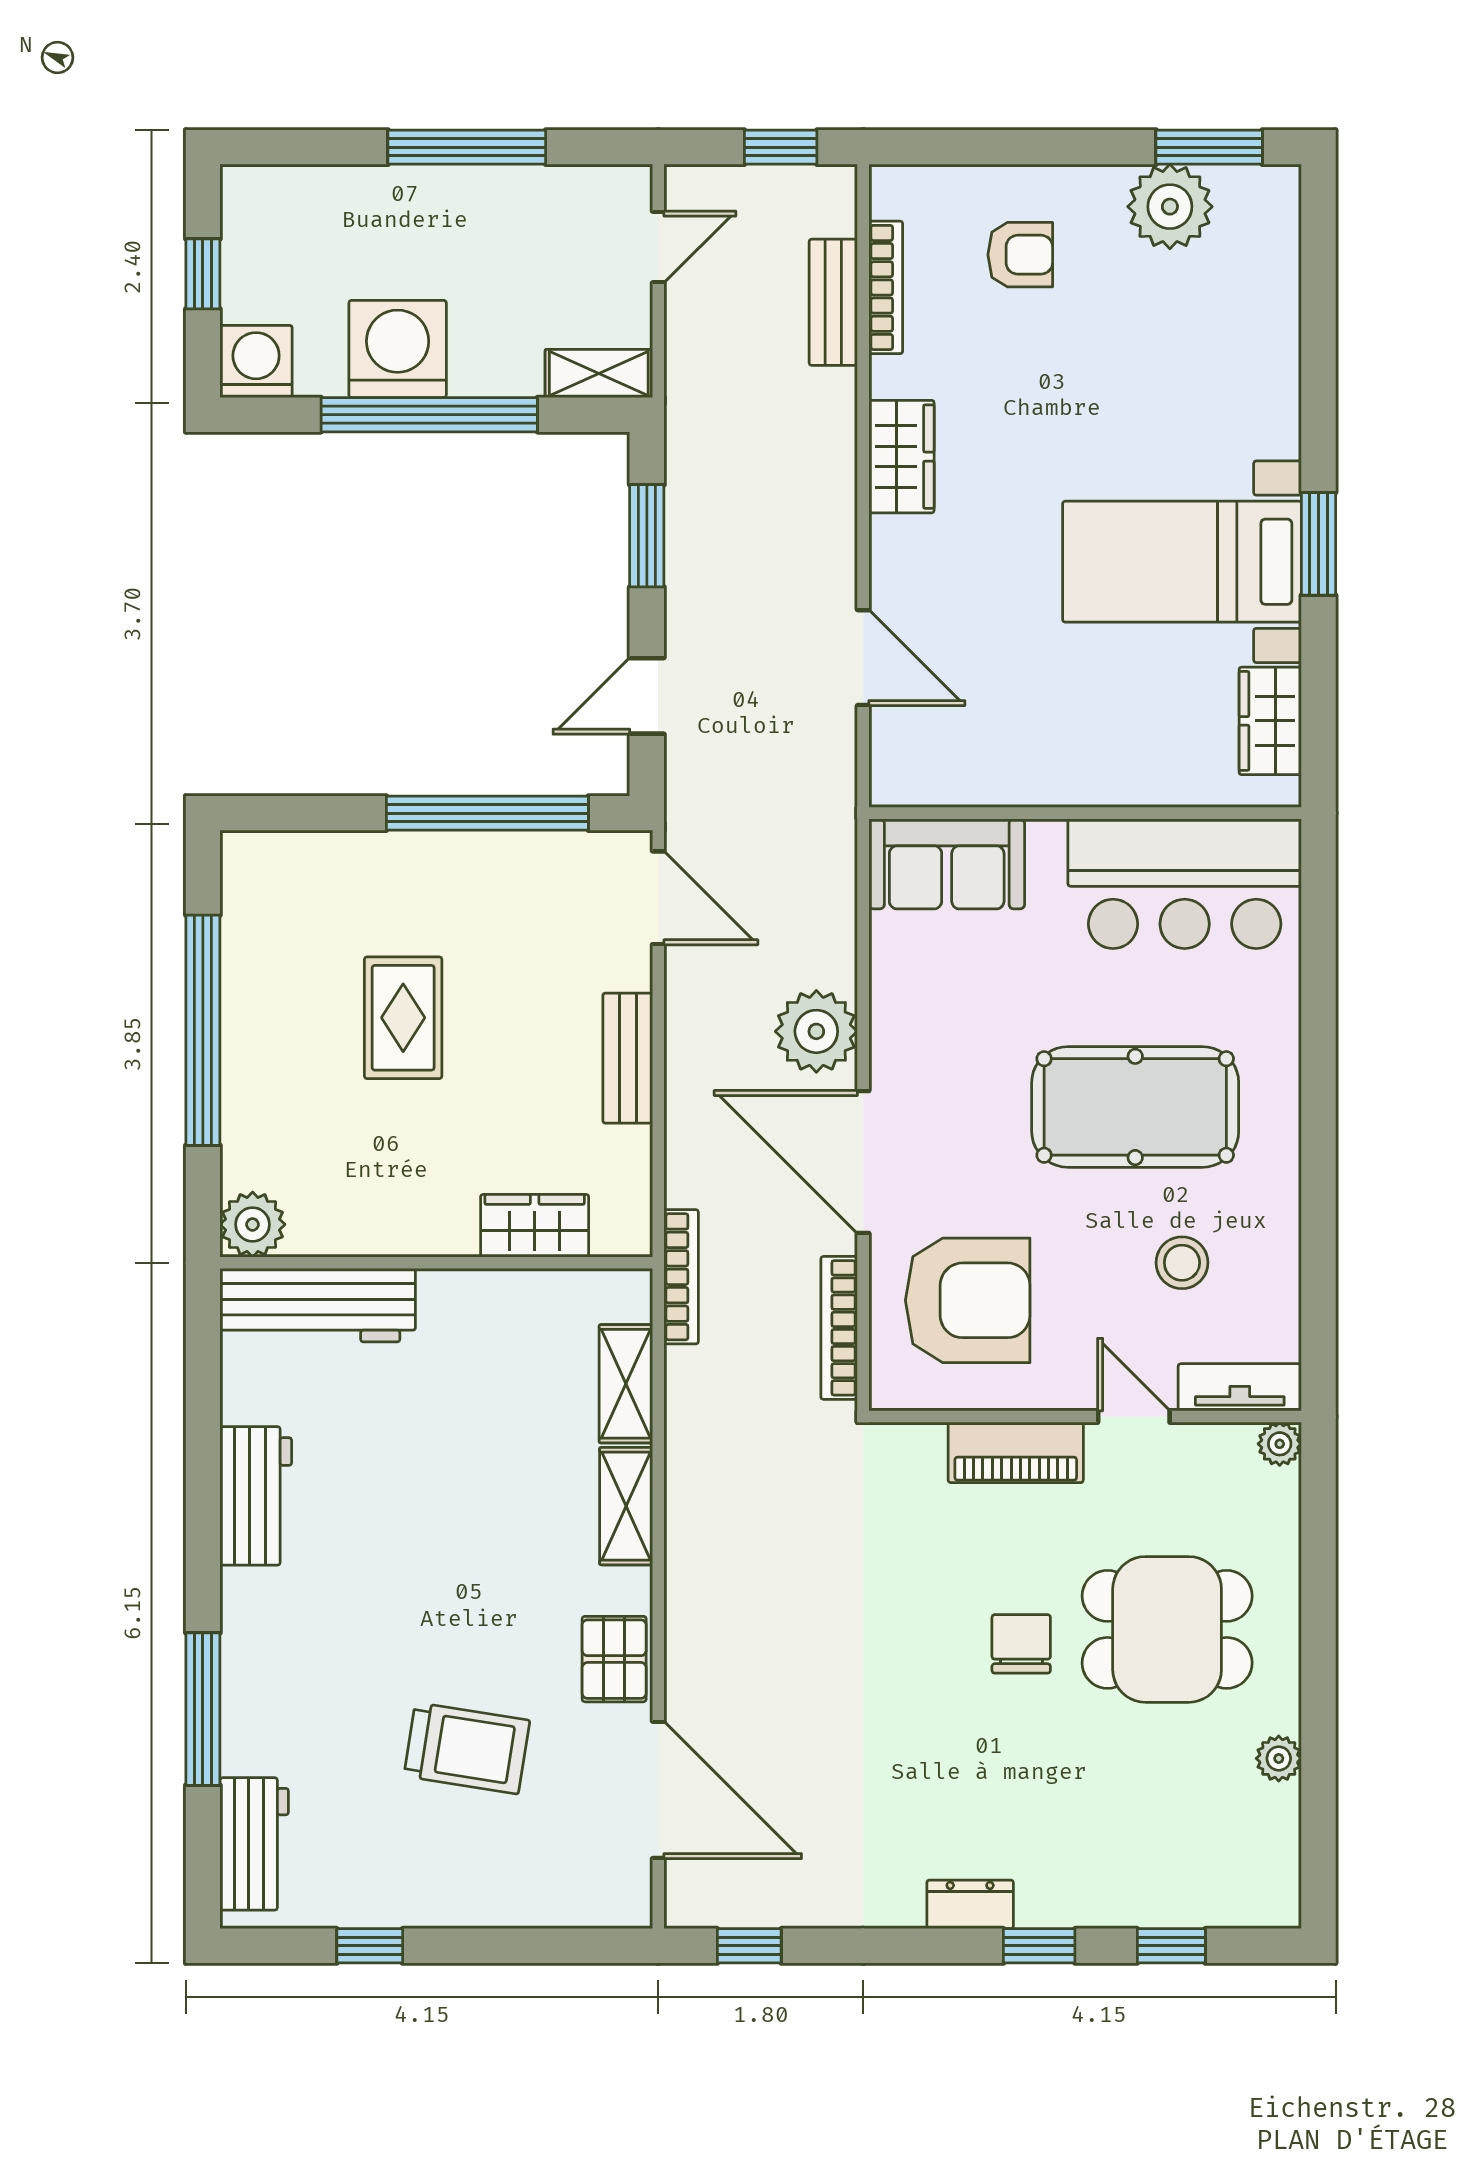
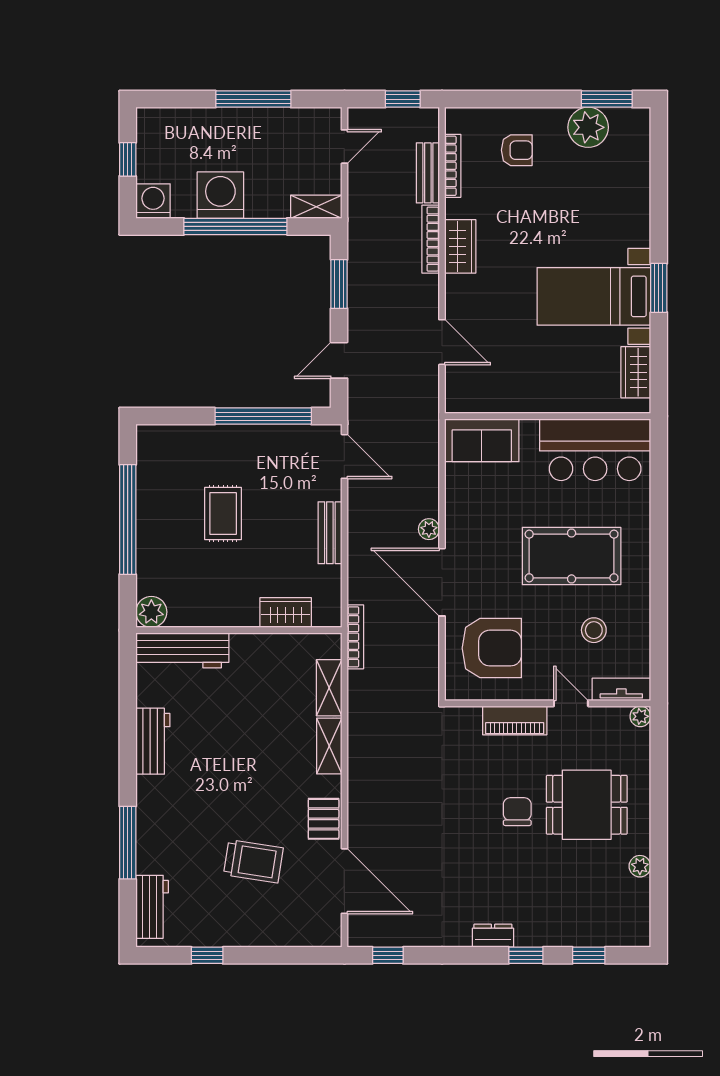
plant: (816, 1031) -> (429, 529), width x0.53, depth x0.53
bookcase: (839, 1328) -> (431, 239), moved

